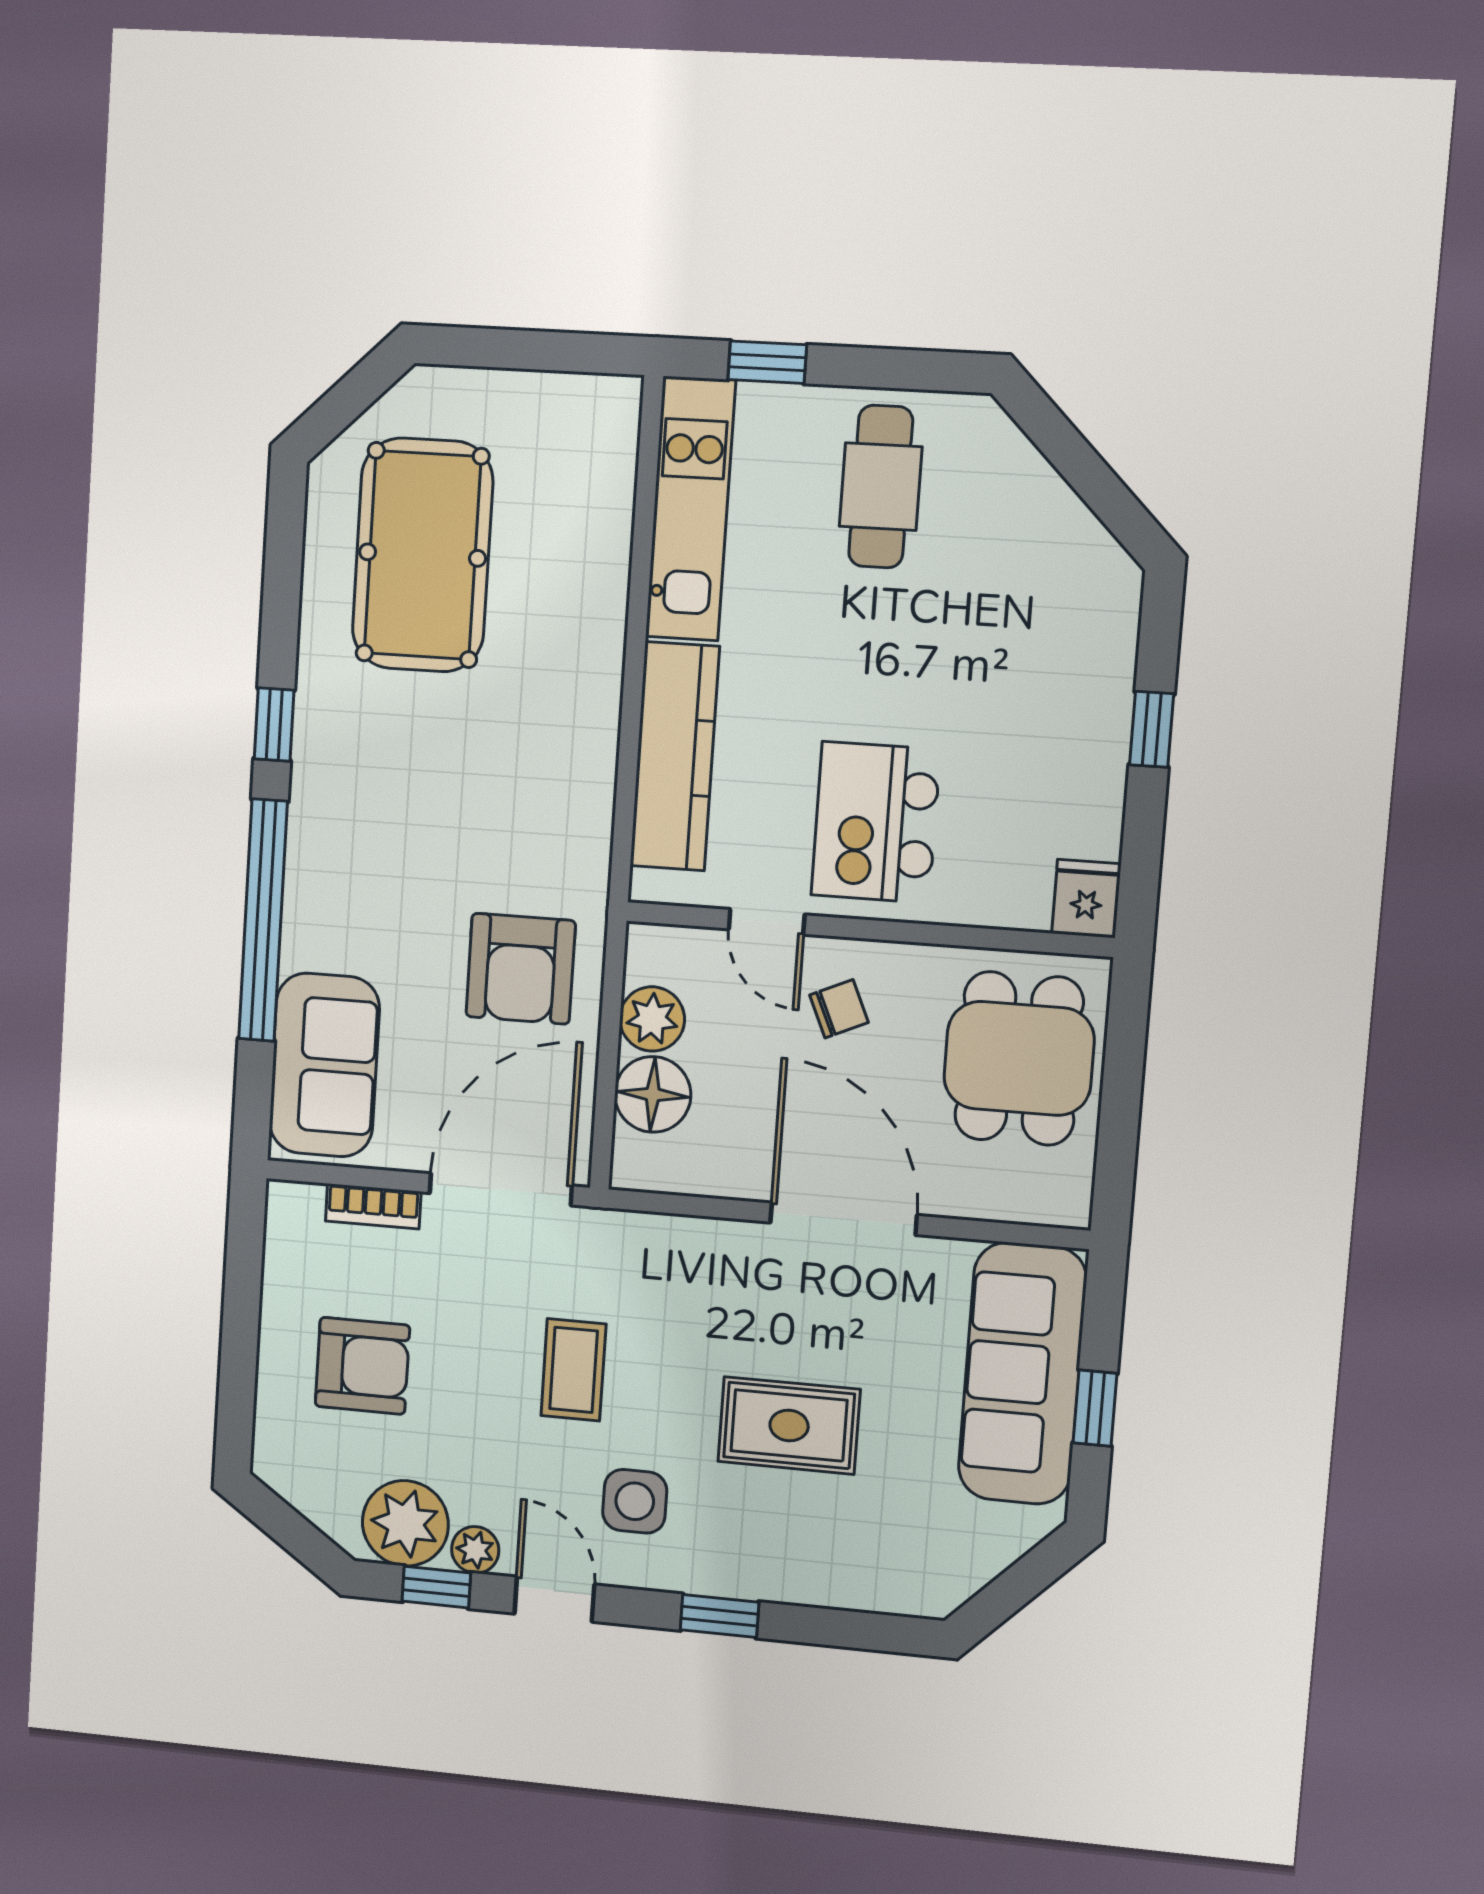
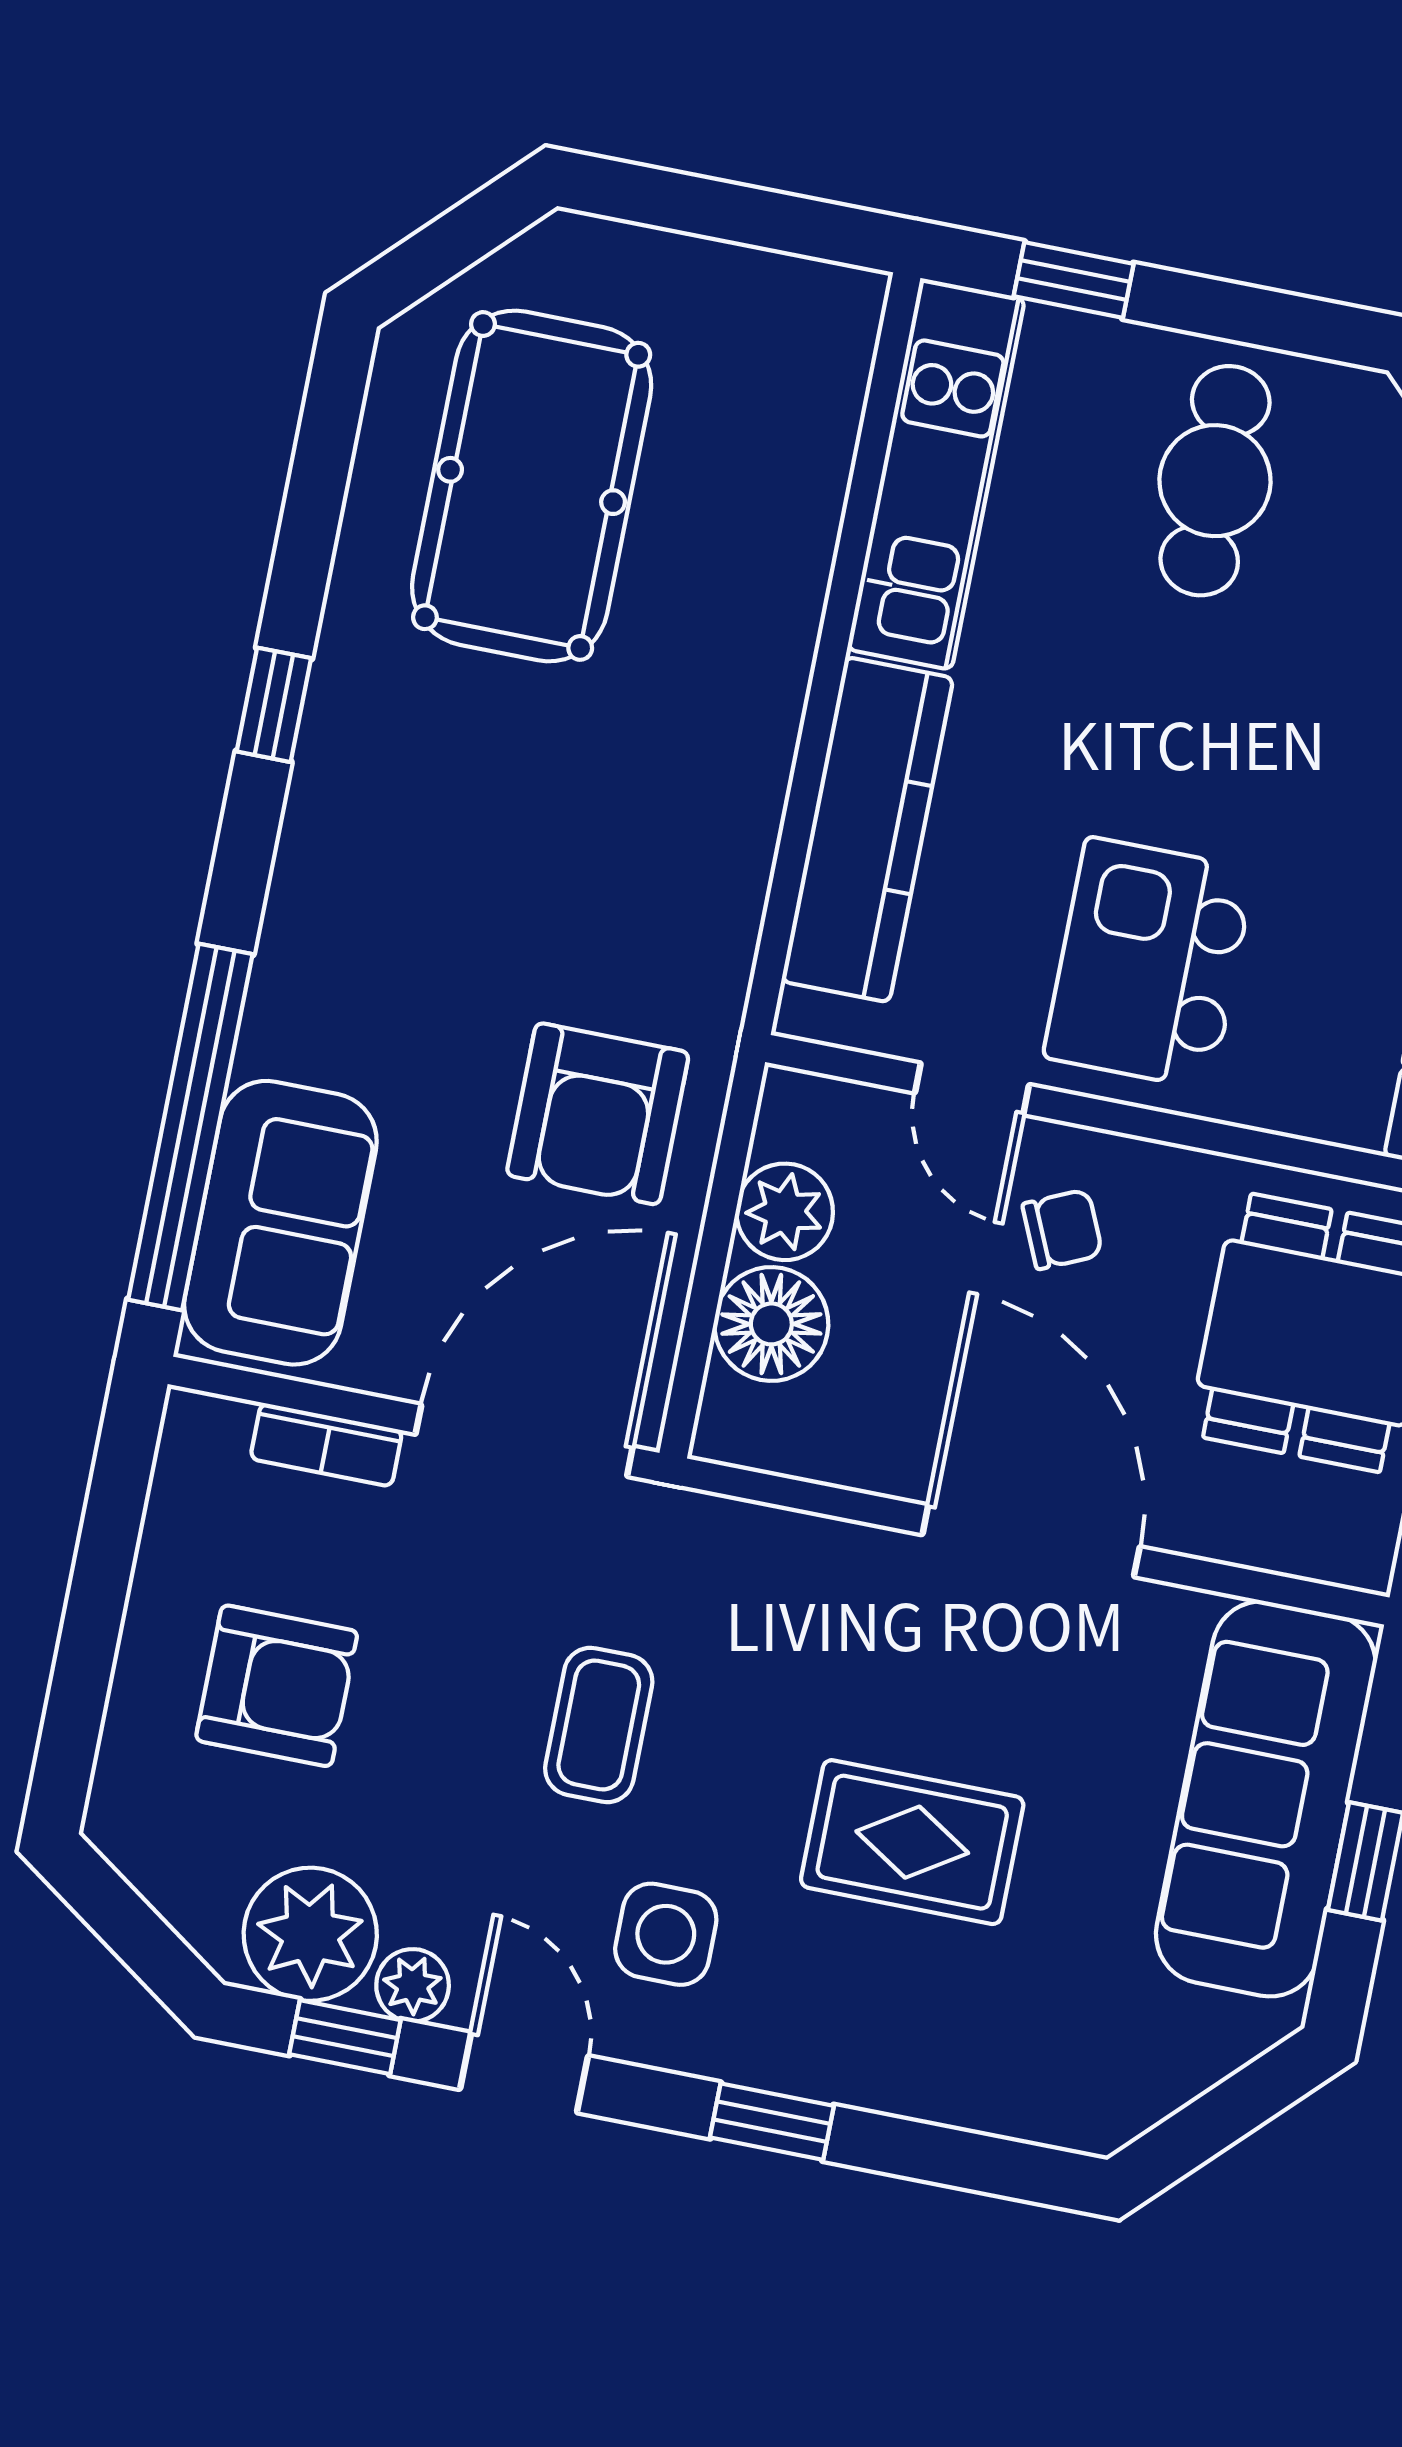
window: (263, 920) -> (190, 1127), moved

